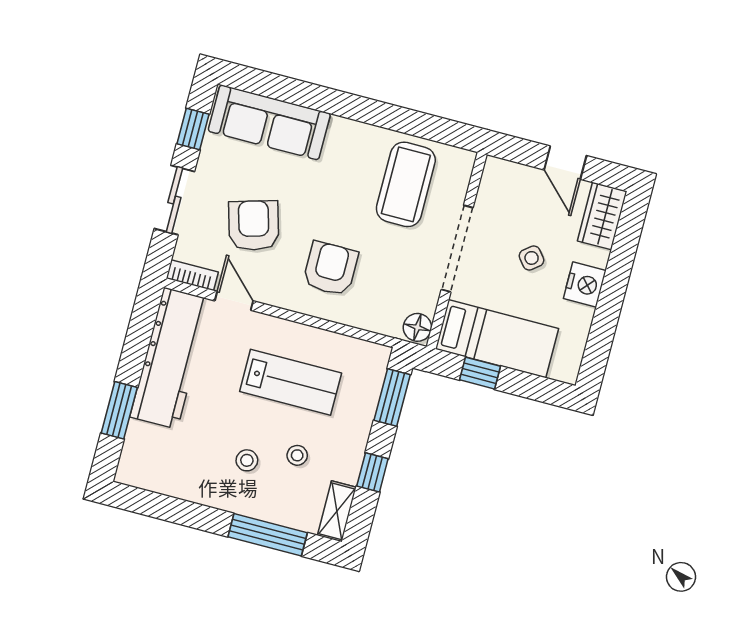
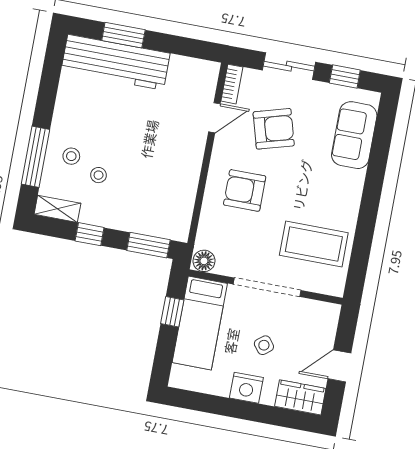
sofa: (269, 122) -> (354, 135), width x0.73
armchair: (330, 269) -> (245, 190), turned 180
workbench: (170, 358) -> (115, 62), moved
lab bench: (291, 382) -> (155, 166), removed
stool: (247, 460) -> (71, 156), moved

